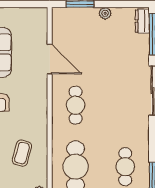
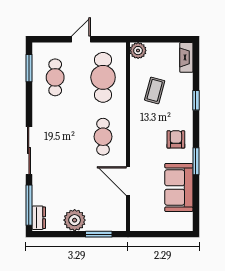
plant: (105, 13) -> (75, 220), width x1.87, depth x1.87

